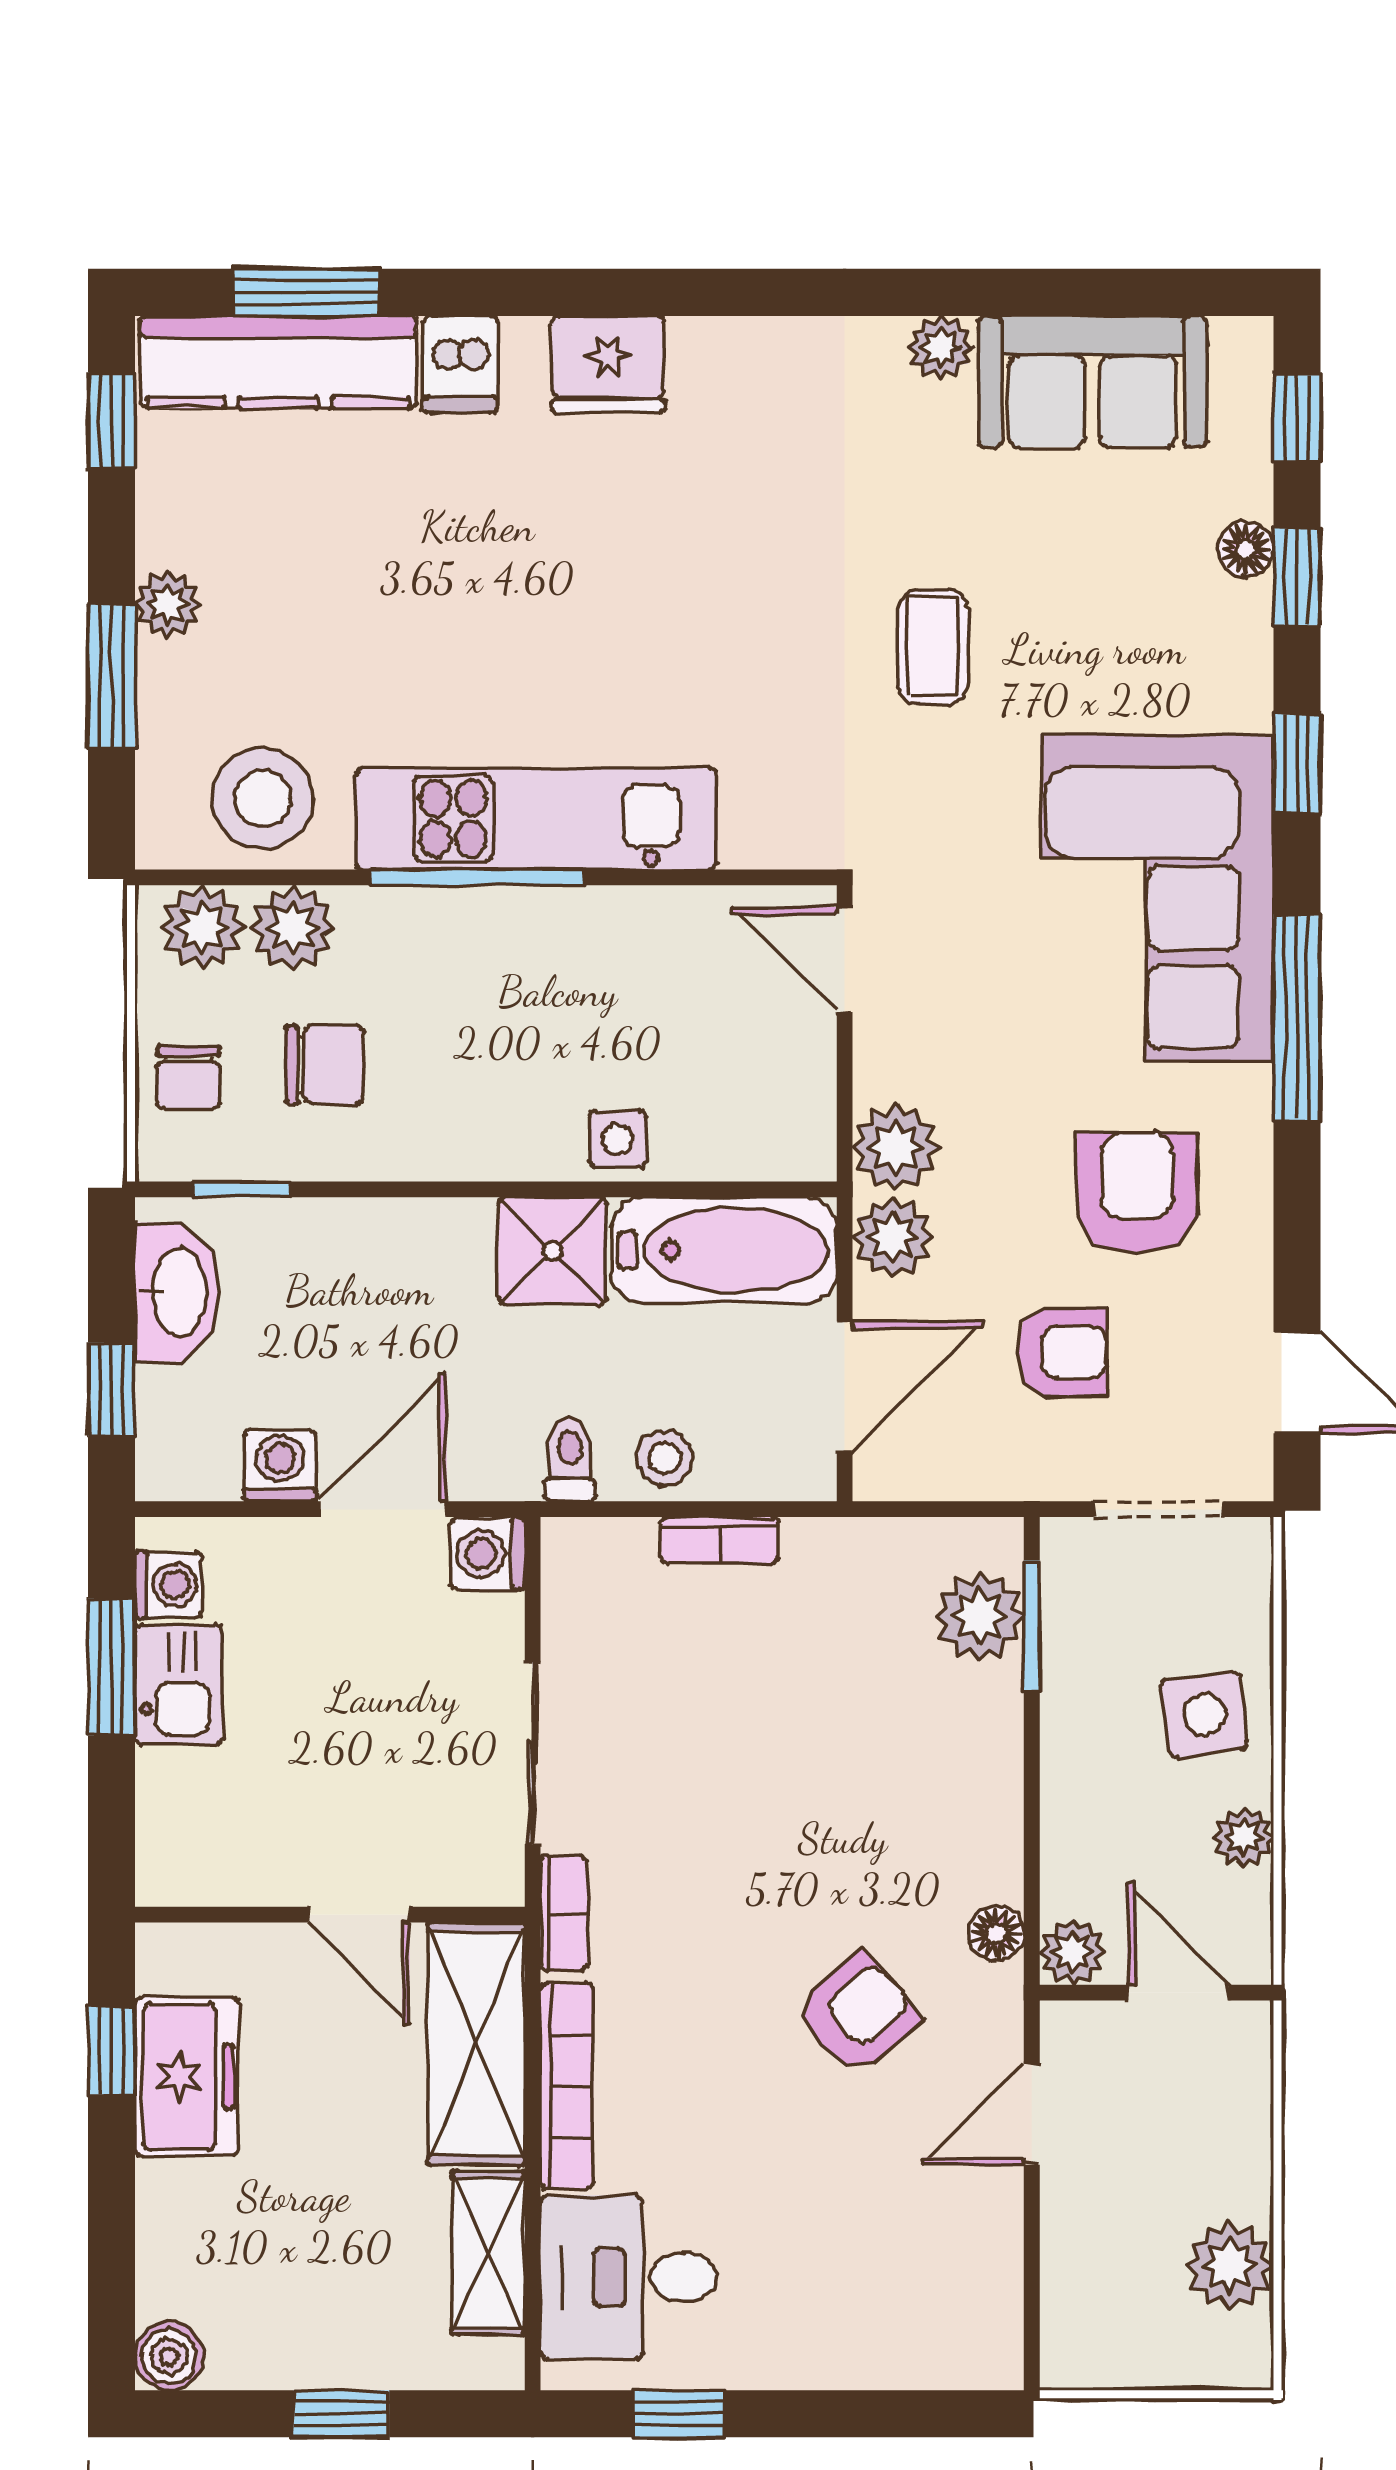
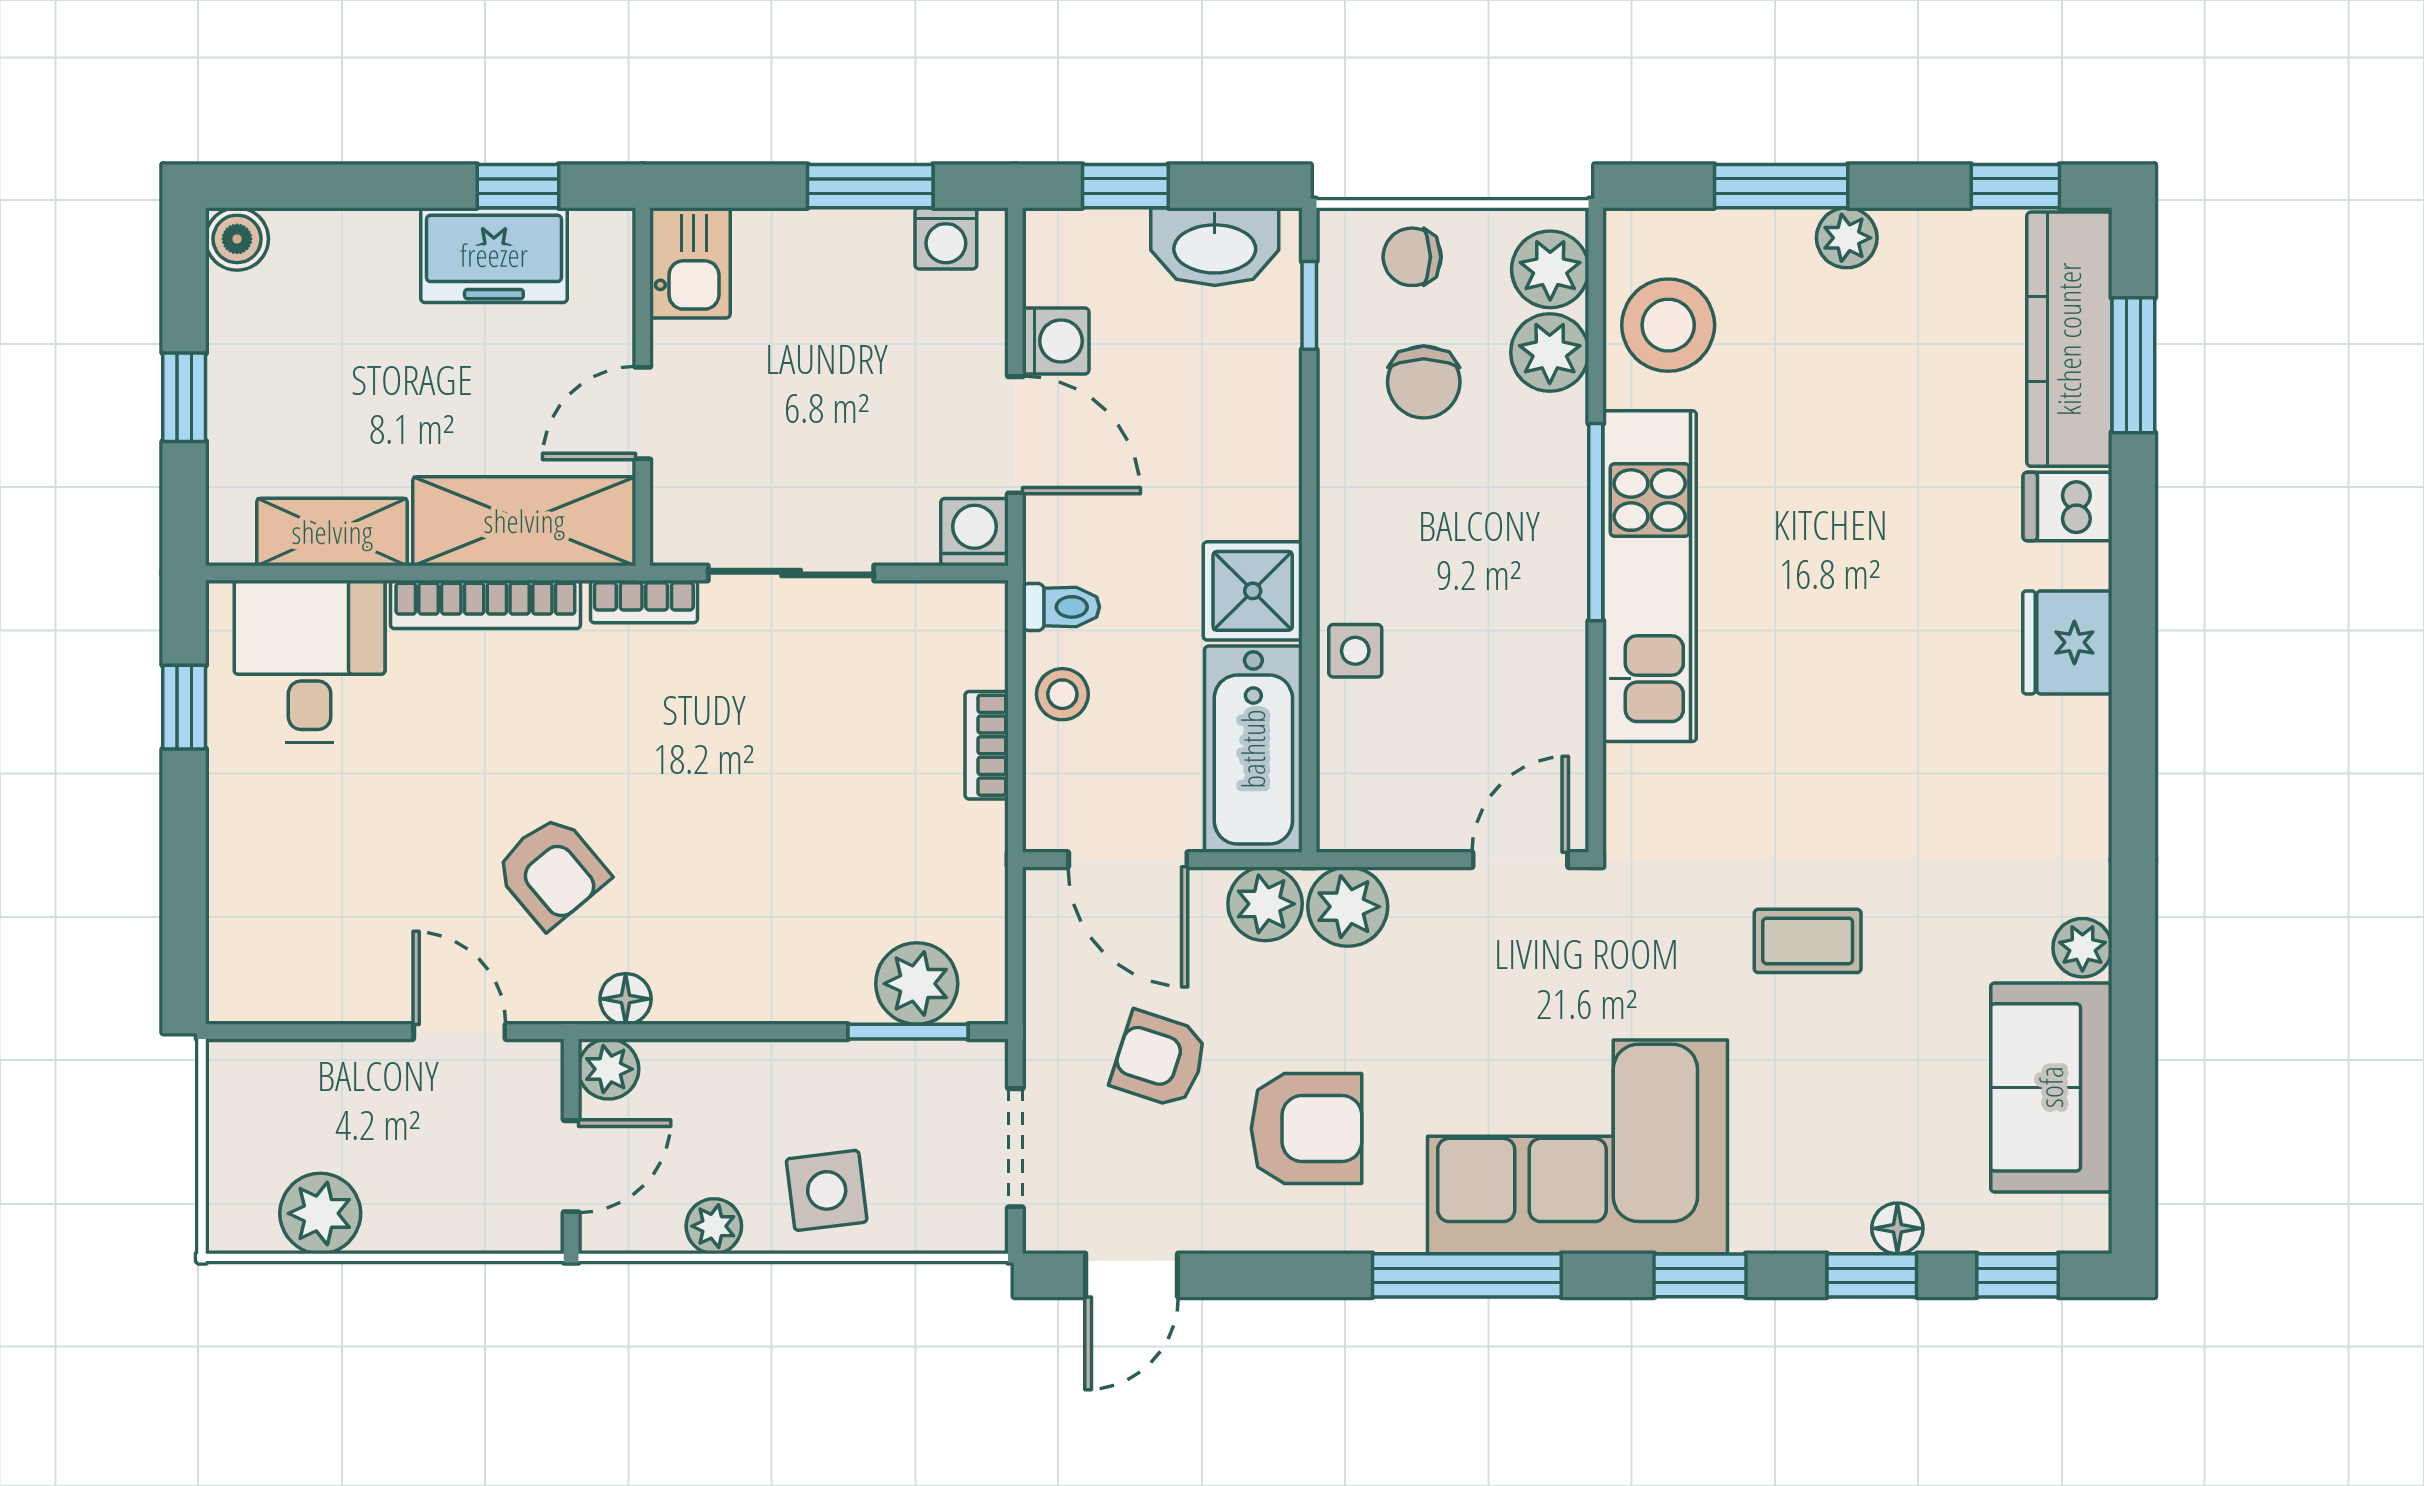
armchair: (1062, 1352) -> (1159, 1059), turned 108
kitchen sink: (178, 1685) -> (690, 263), moved, turned -90

